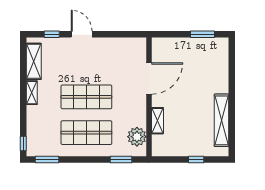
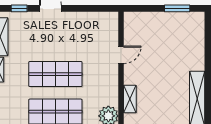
door: (149, 79) -> (121, 55), width x0.53

